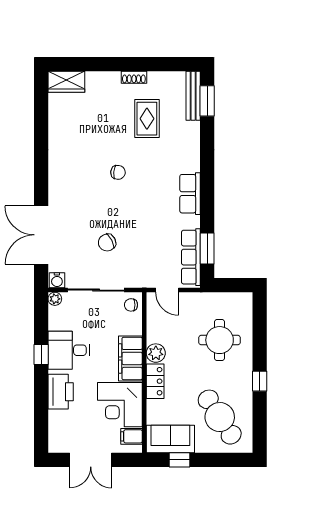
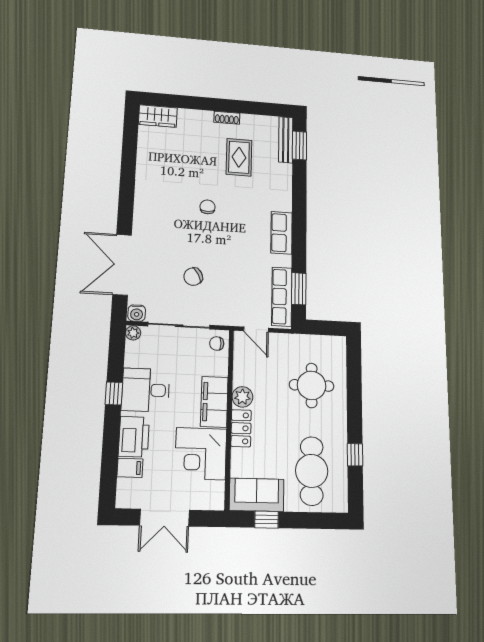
chair: (118, 172) -> (208, 207), turned -97
window: (260, 381) -> (355, 455), moved
cafe table: (220, 417) -> (312, 471), turned 33
filing cabinet: (131, 436) -> (130, 468), moved, turned 180

